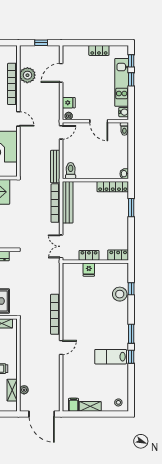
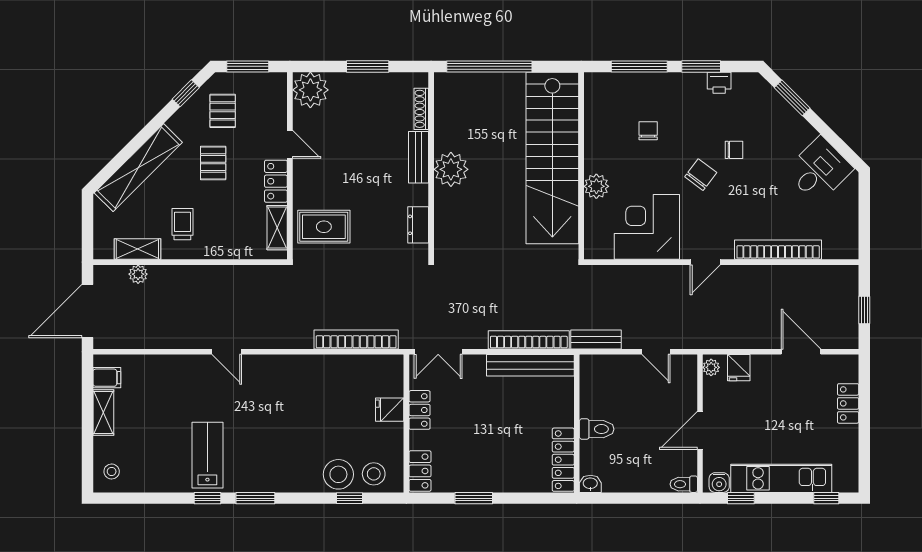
locker: (99, 50) -> (848, 403), moved
plant: (27, 75) -> (796, 281), removed
window: (131, 79) -> (741, 498), moved
door: (61, 132) -> (656, 352), moved
bench: (55, 167) -> (596, 339), width x0.73
toilet: (71, 171) -> (597, 429), moved
window: (131, 208) -> (474, 498), moved
double door: (61, 246) -> (438, 352), swing flipped
stool: (120, 277) -> (374, 474), added
bookcase: (55, 314) -> (356, 340), moved

